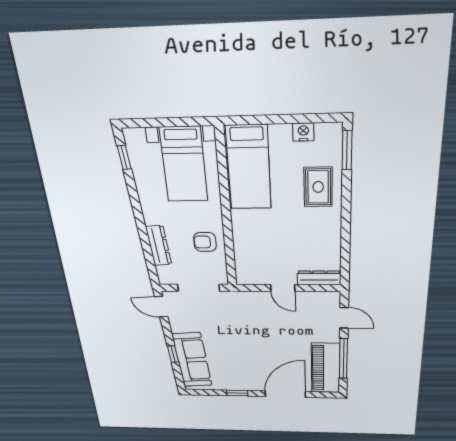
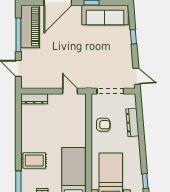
rug: (318, 187) -> (34, 160), turned 90
door: (283, 288) -> (70, 91), moved
sofa: (192, 360) -> (105, 15), moved, turned -85

